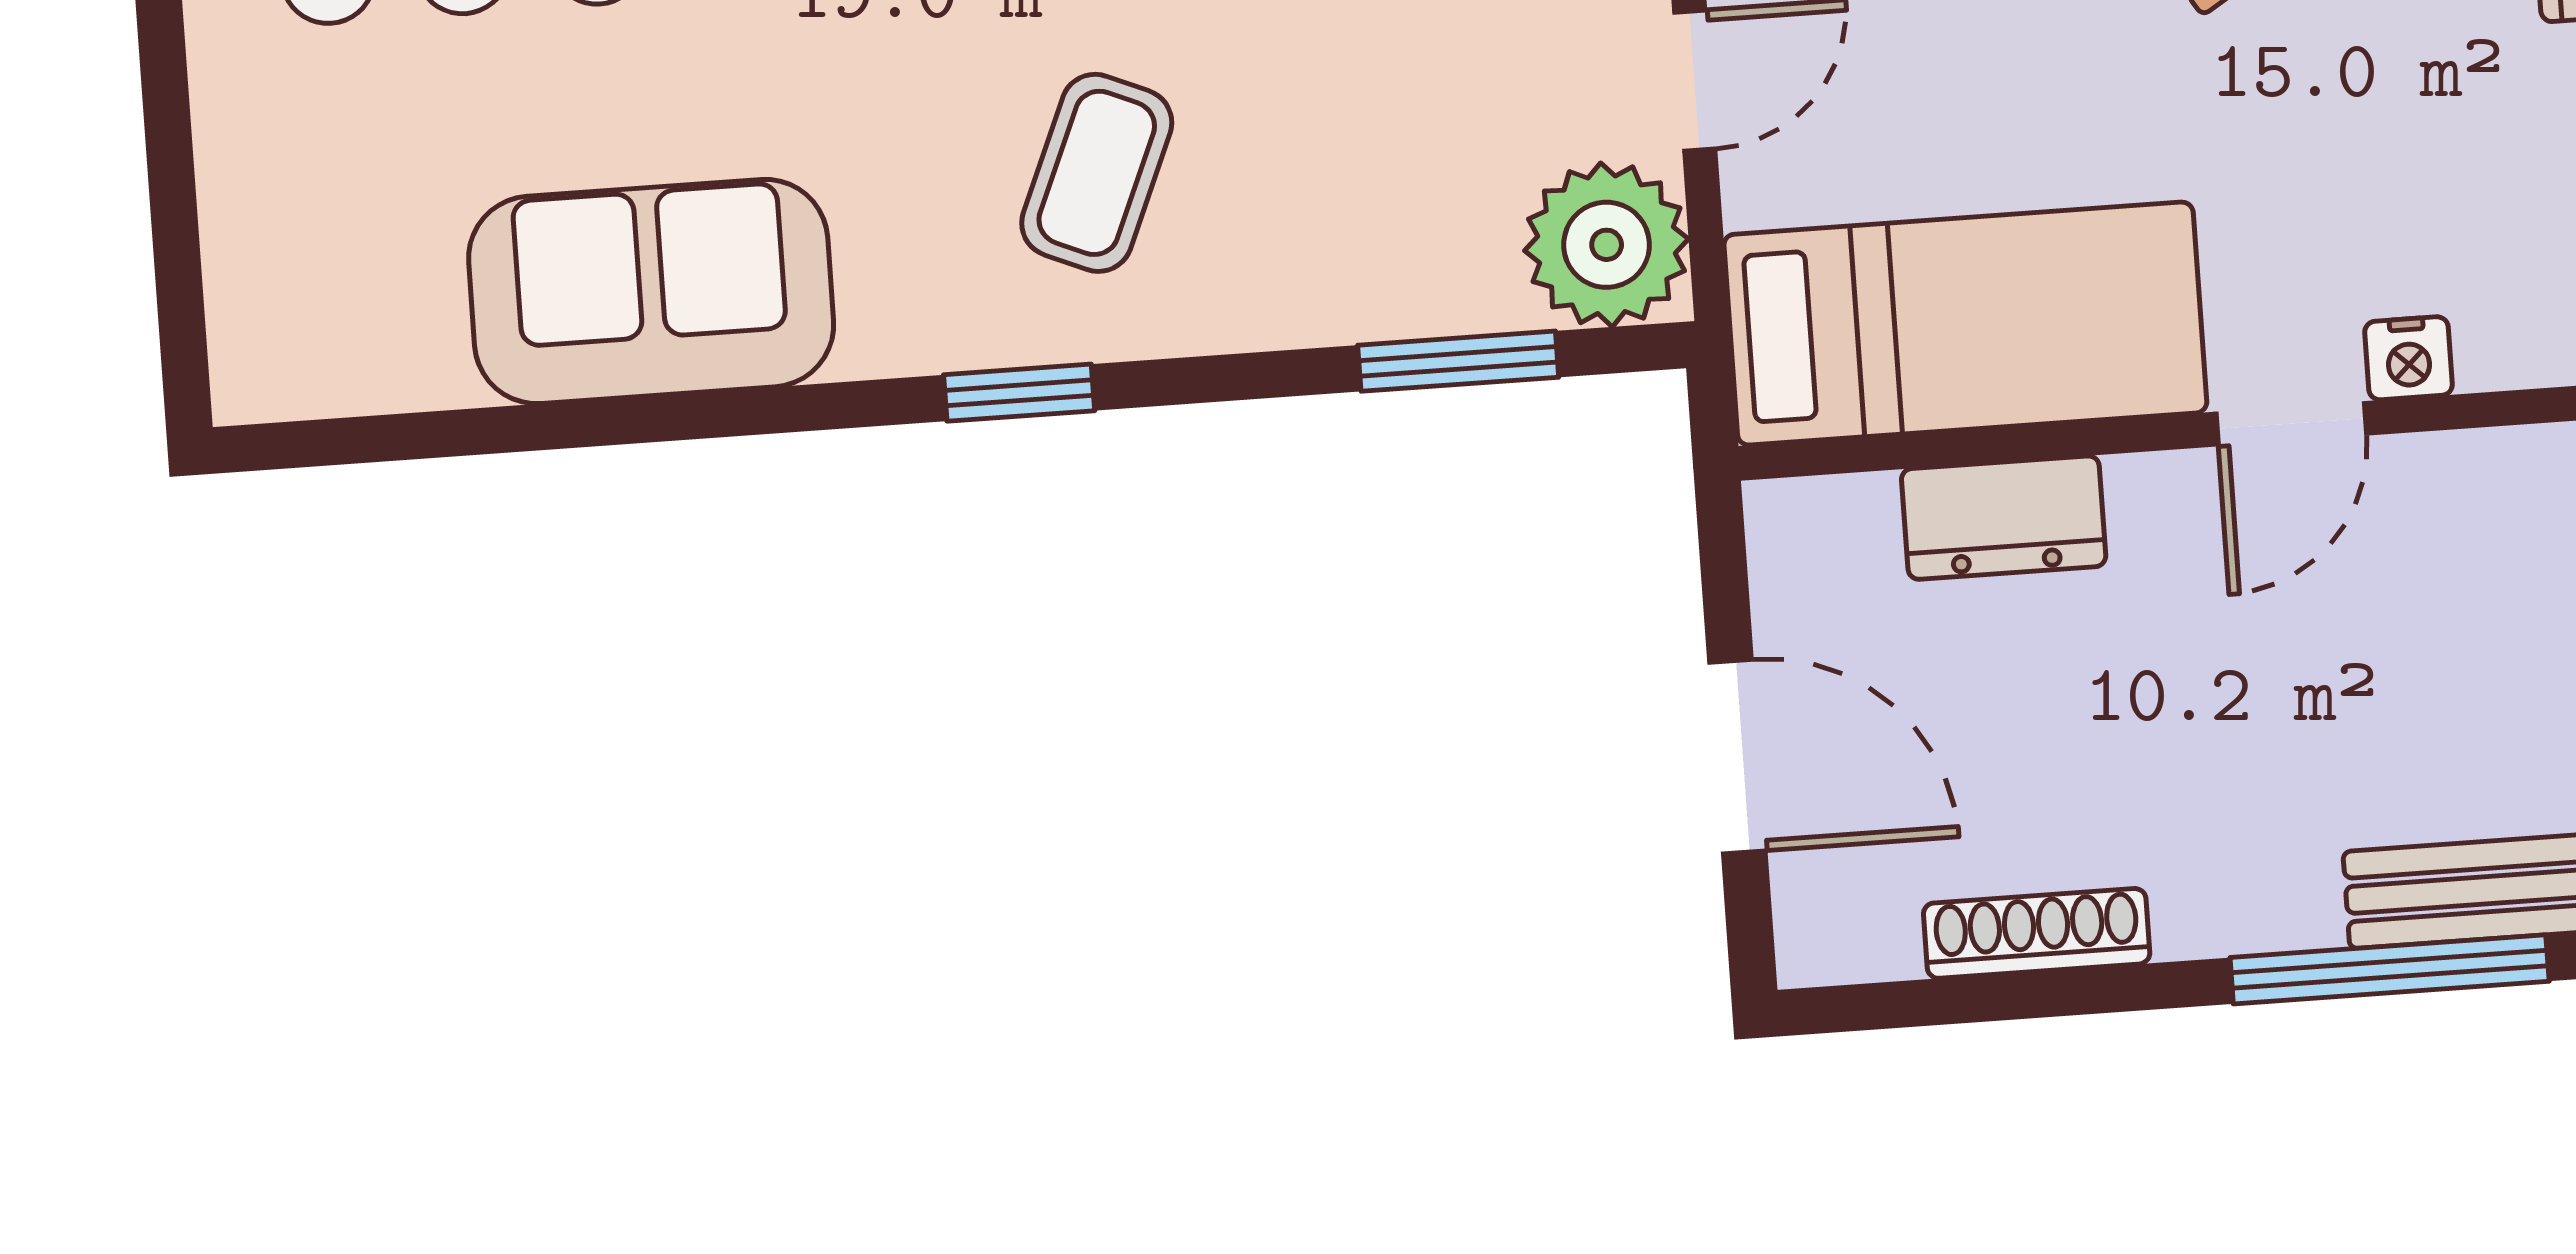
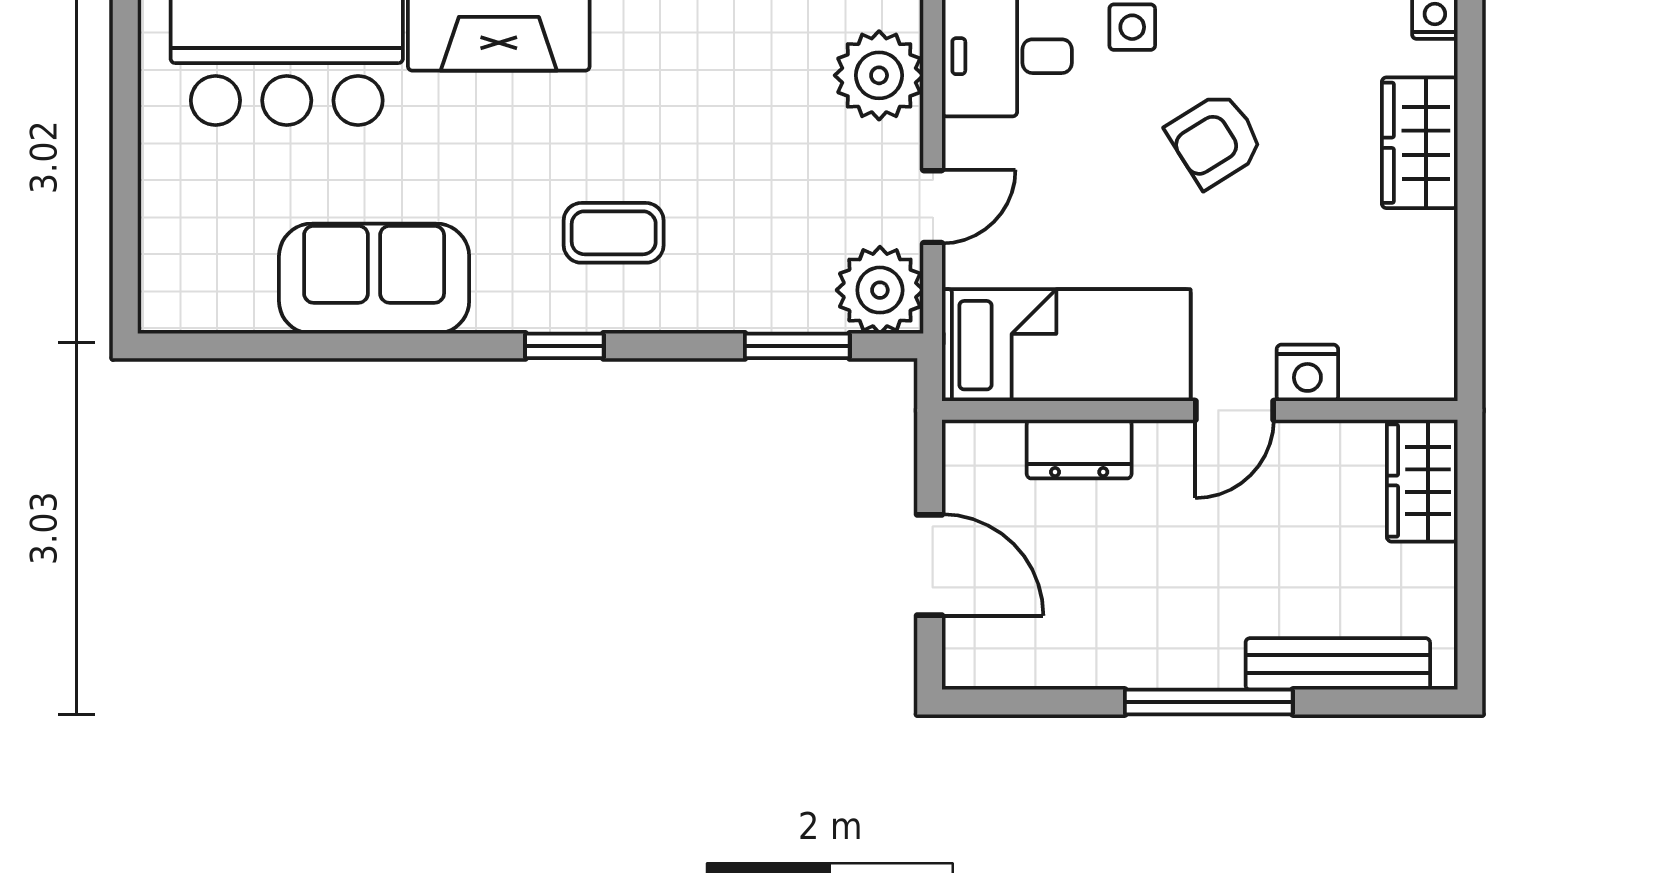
coffee table: (1097, 173) -> (614, 233), turned 67
nightstand: (2409, 358) -> (1307, 373), width x1.39, depth x1.35
shoe rack: (2037, 933) -> (1081, 670), removed
window: (2390, 969) -> (1209, 702), moved

